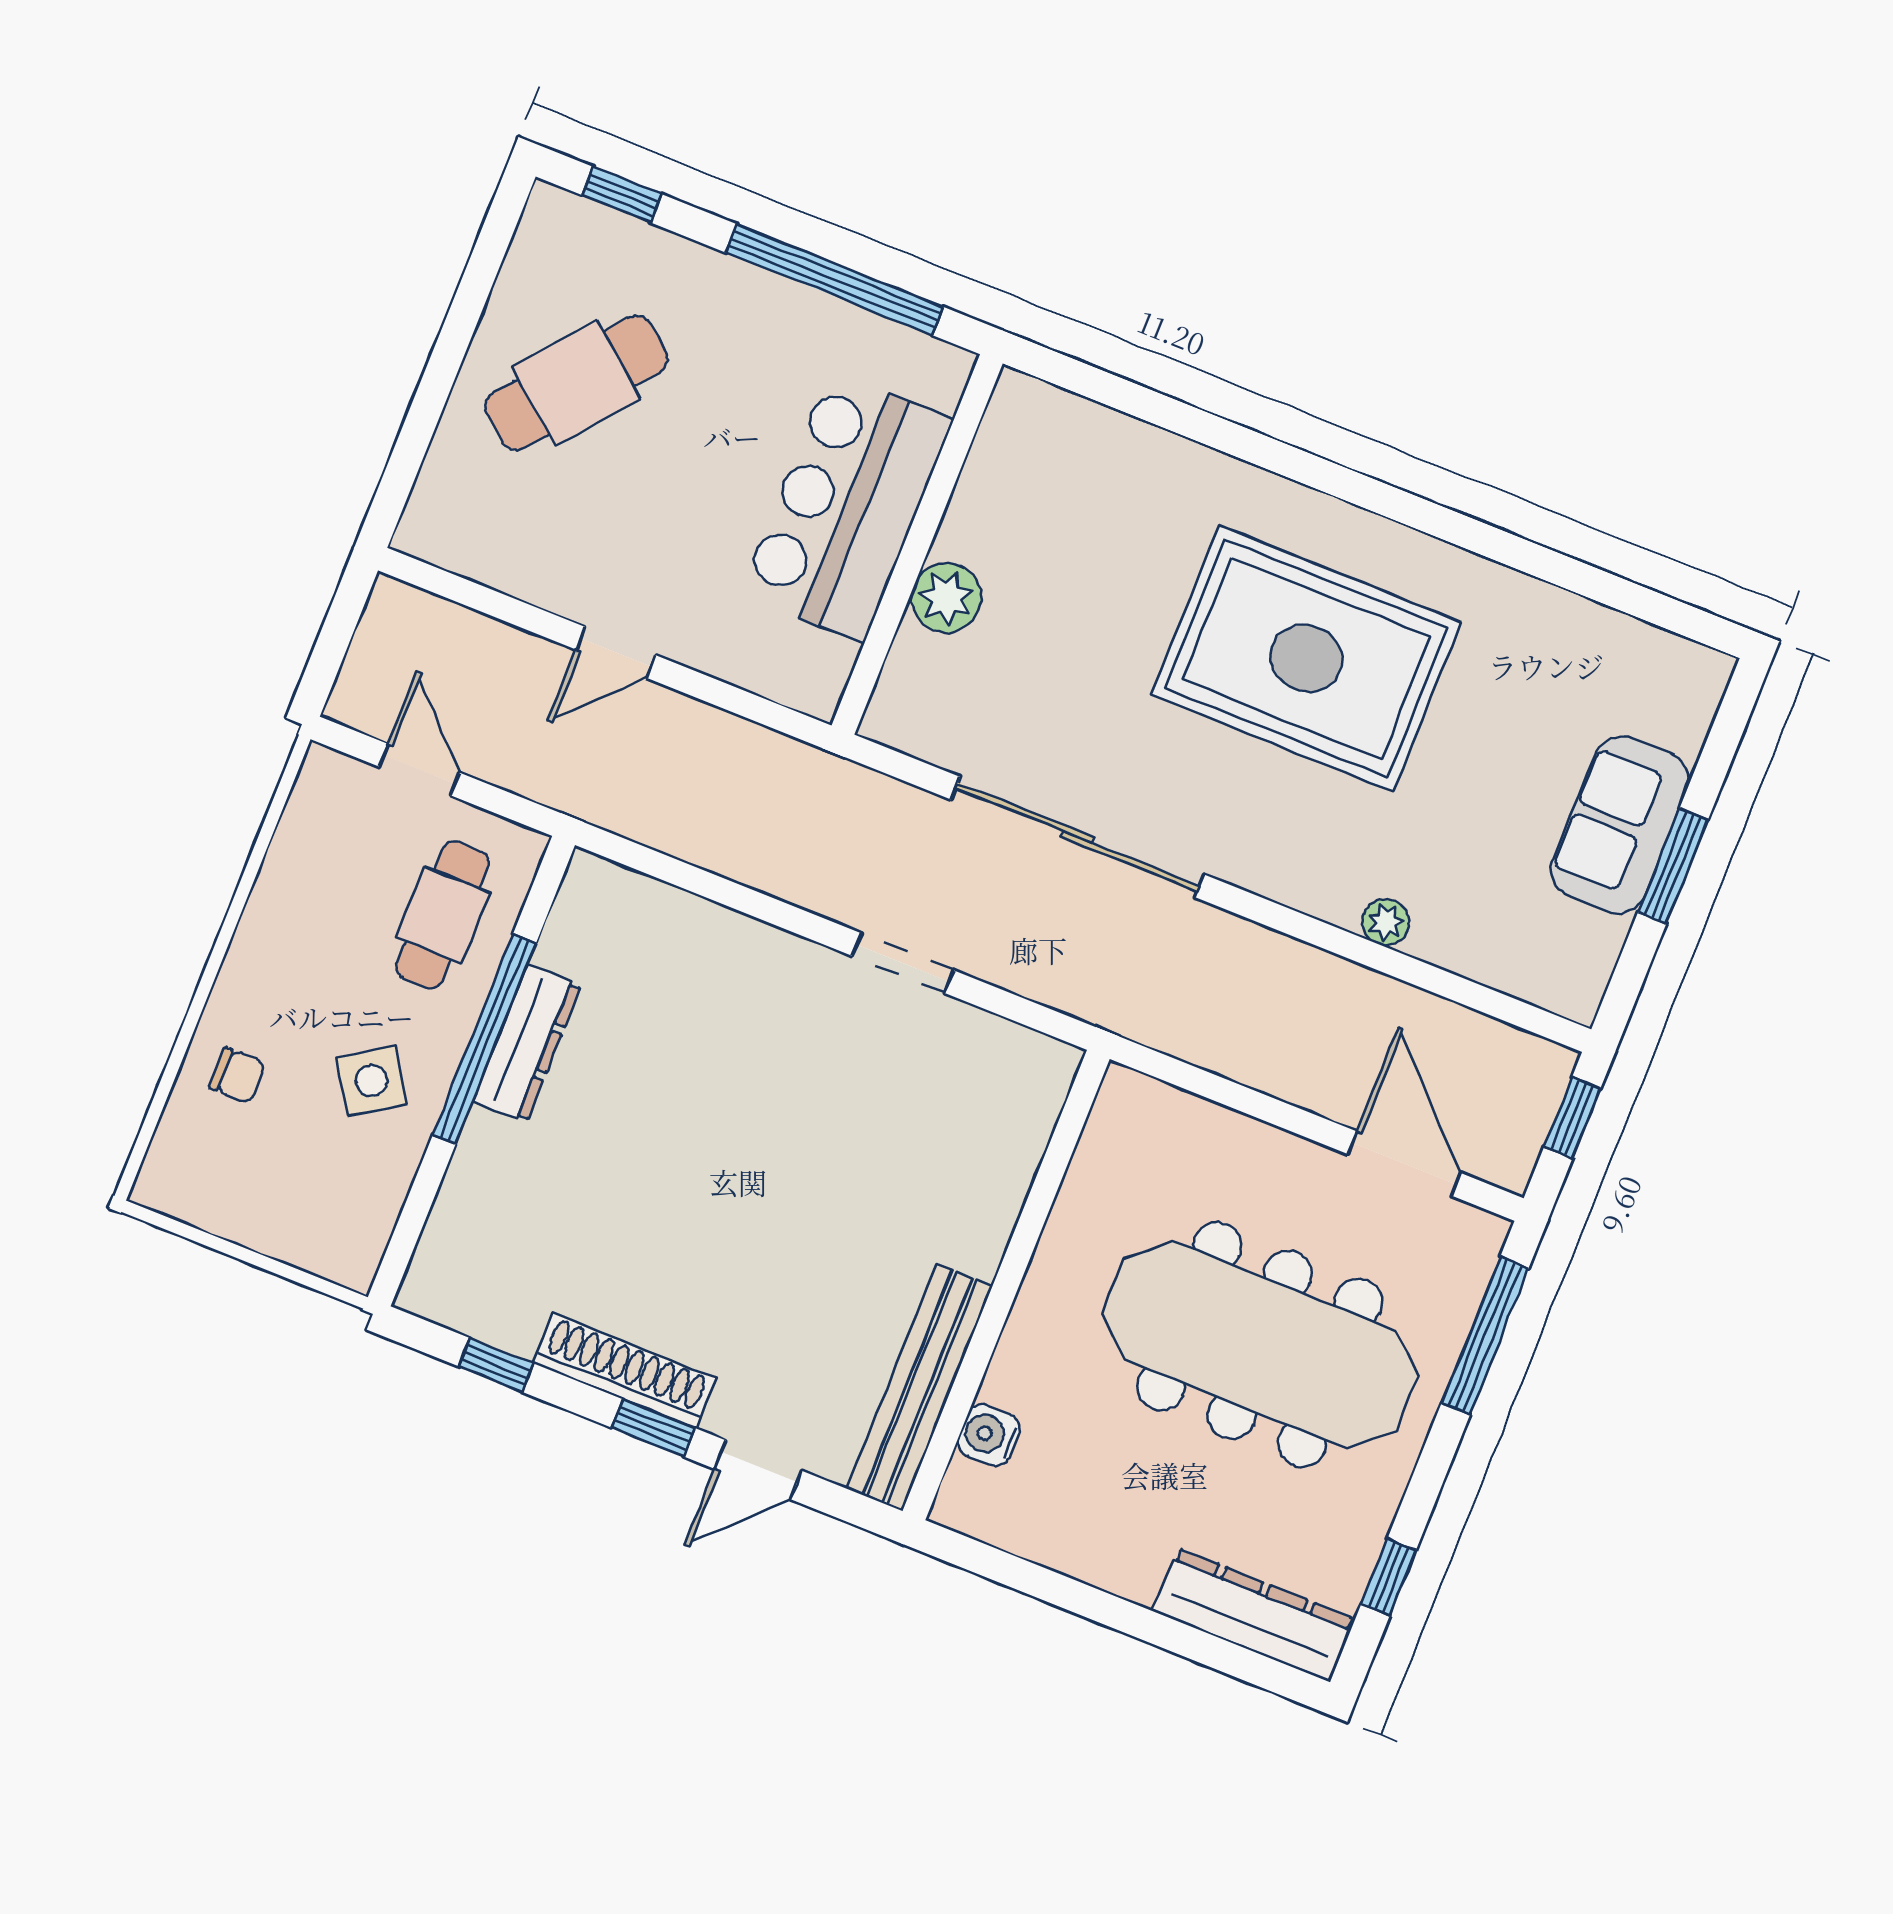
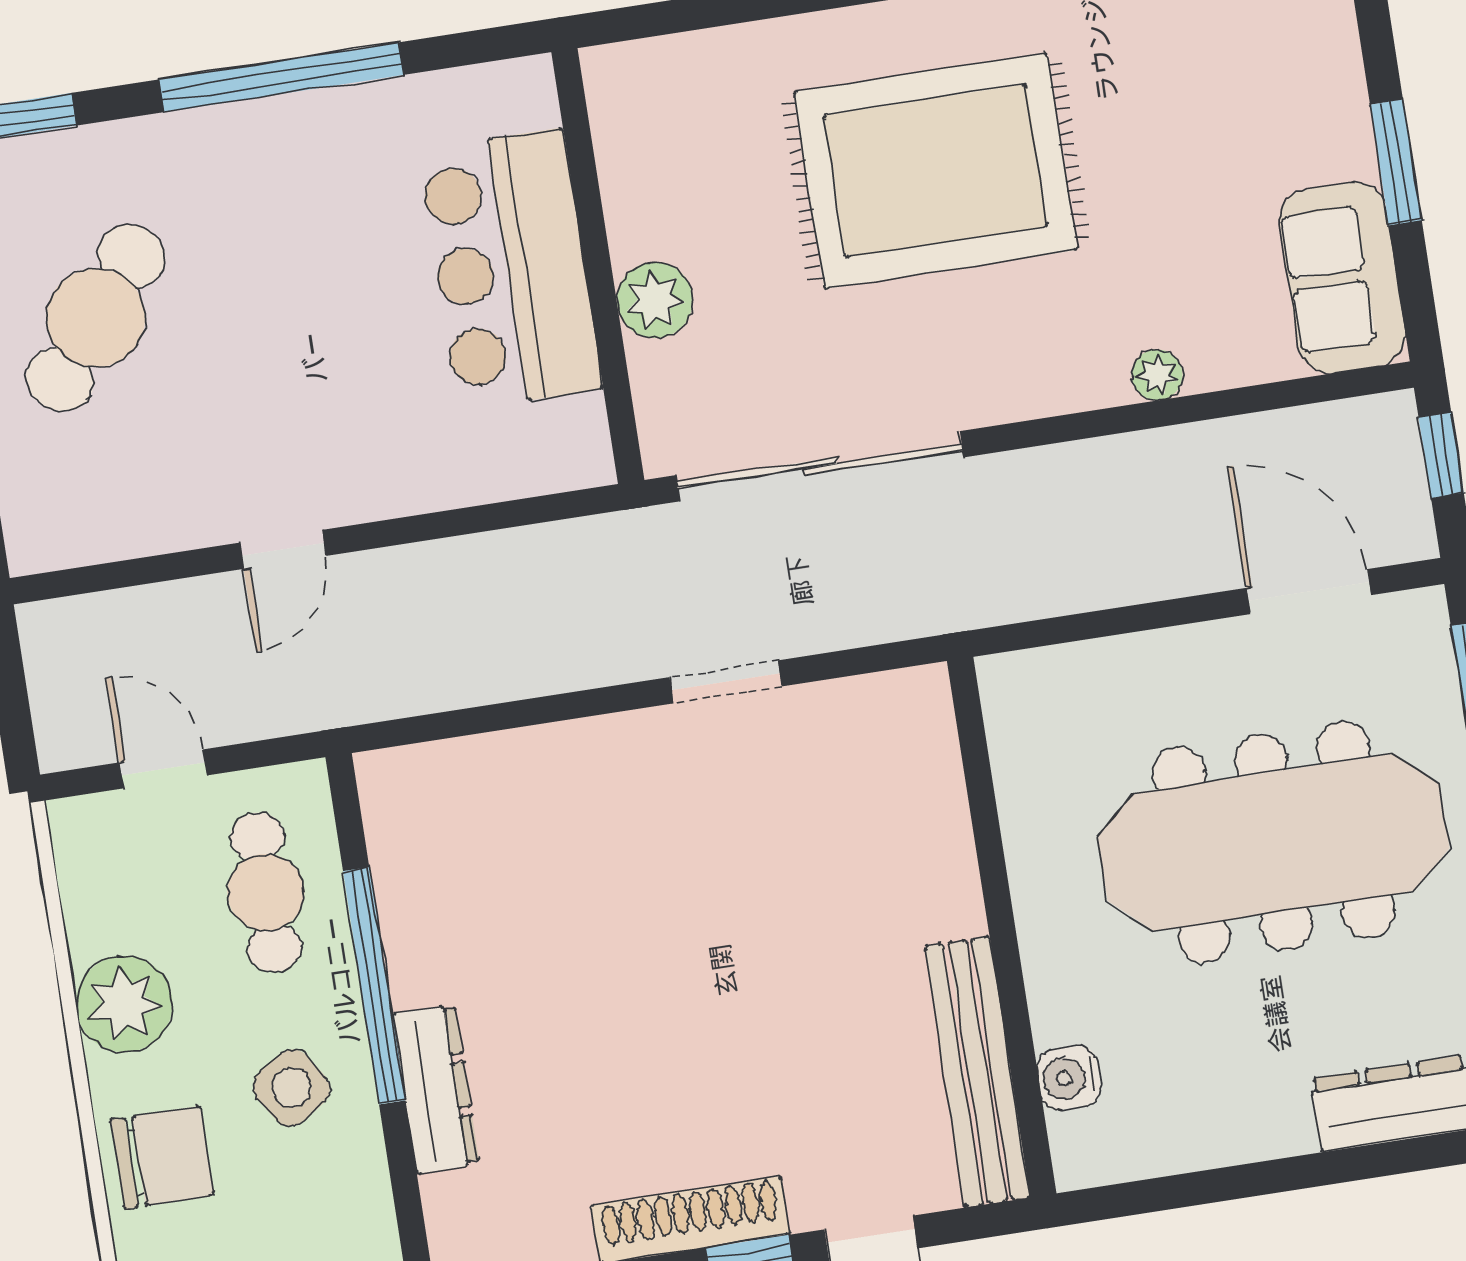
bar counter: (847, 506) -> (511, 269), moved
wall: (917, 544) -> (598, 266), moved
plant: (946, 598) -> (655, 300), moved
sofa: (1620, 825) -> (1342, 278), moved
plant: (279, 937) -> (124, 1004), added
dresser: (527, 1043) -> (436, 1089), moved
chair: (237, 1075) -> (162, 1158), width x1.87, depth x1.87

